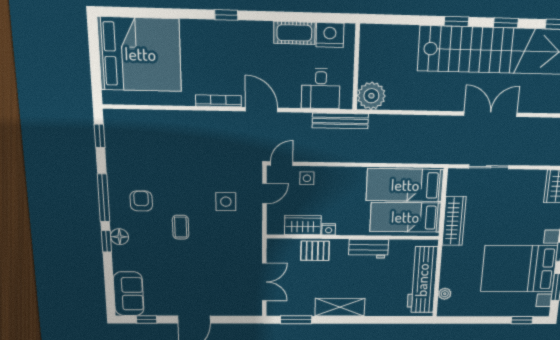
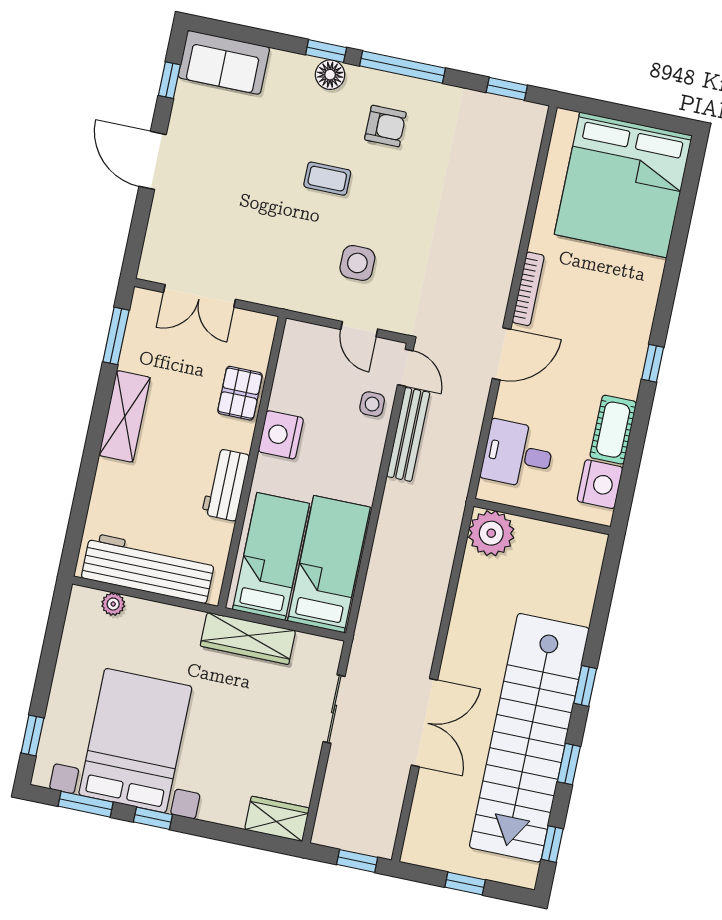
window: (226, 15) -> (653, 363), moved
bench: (340, 121) -> (408, 434), moved
wardrobe: (303, 225) -> (291, 381), removed
nightstand: (329, 229) -> (281, 435), width x1.89, depth x1.79

